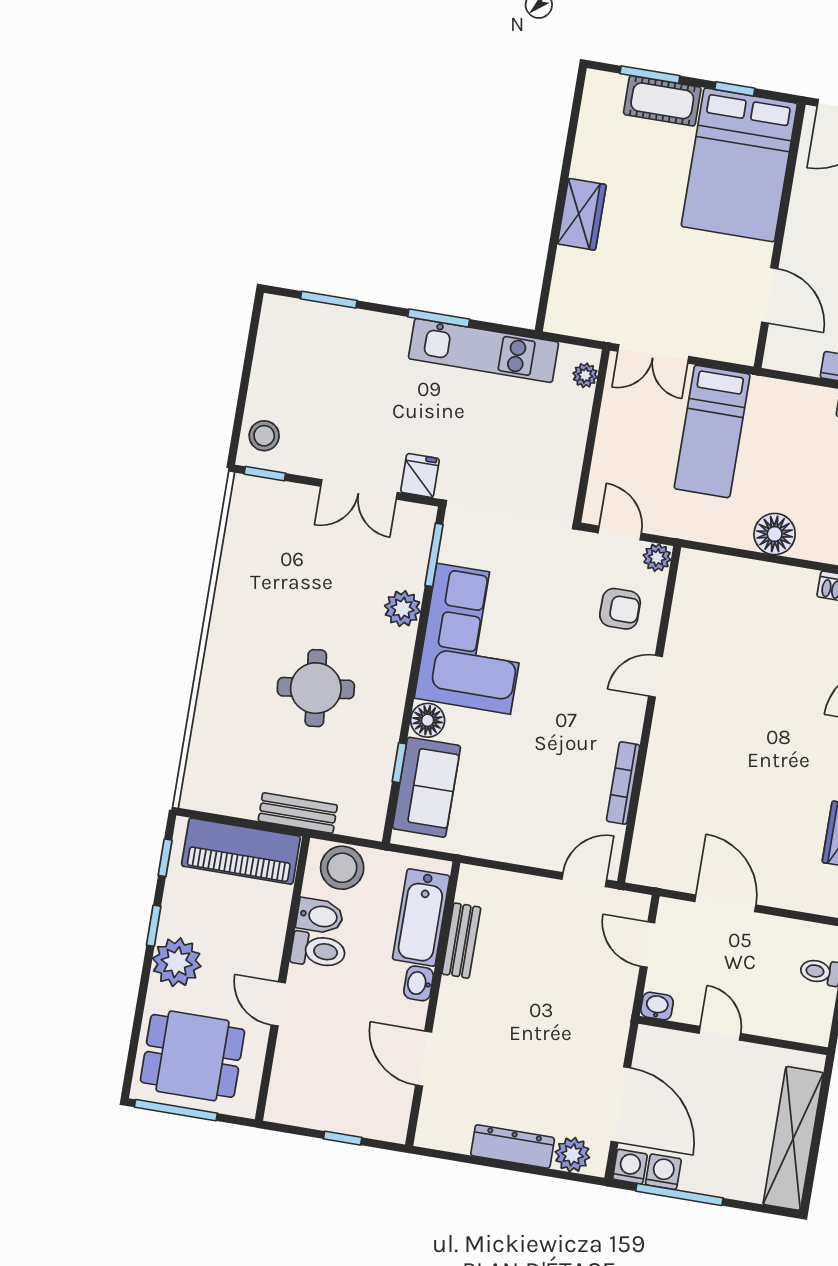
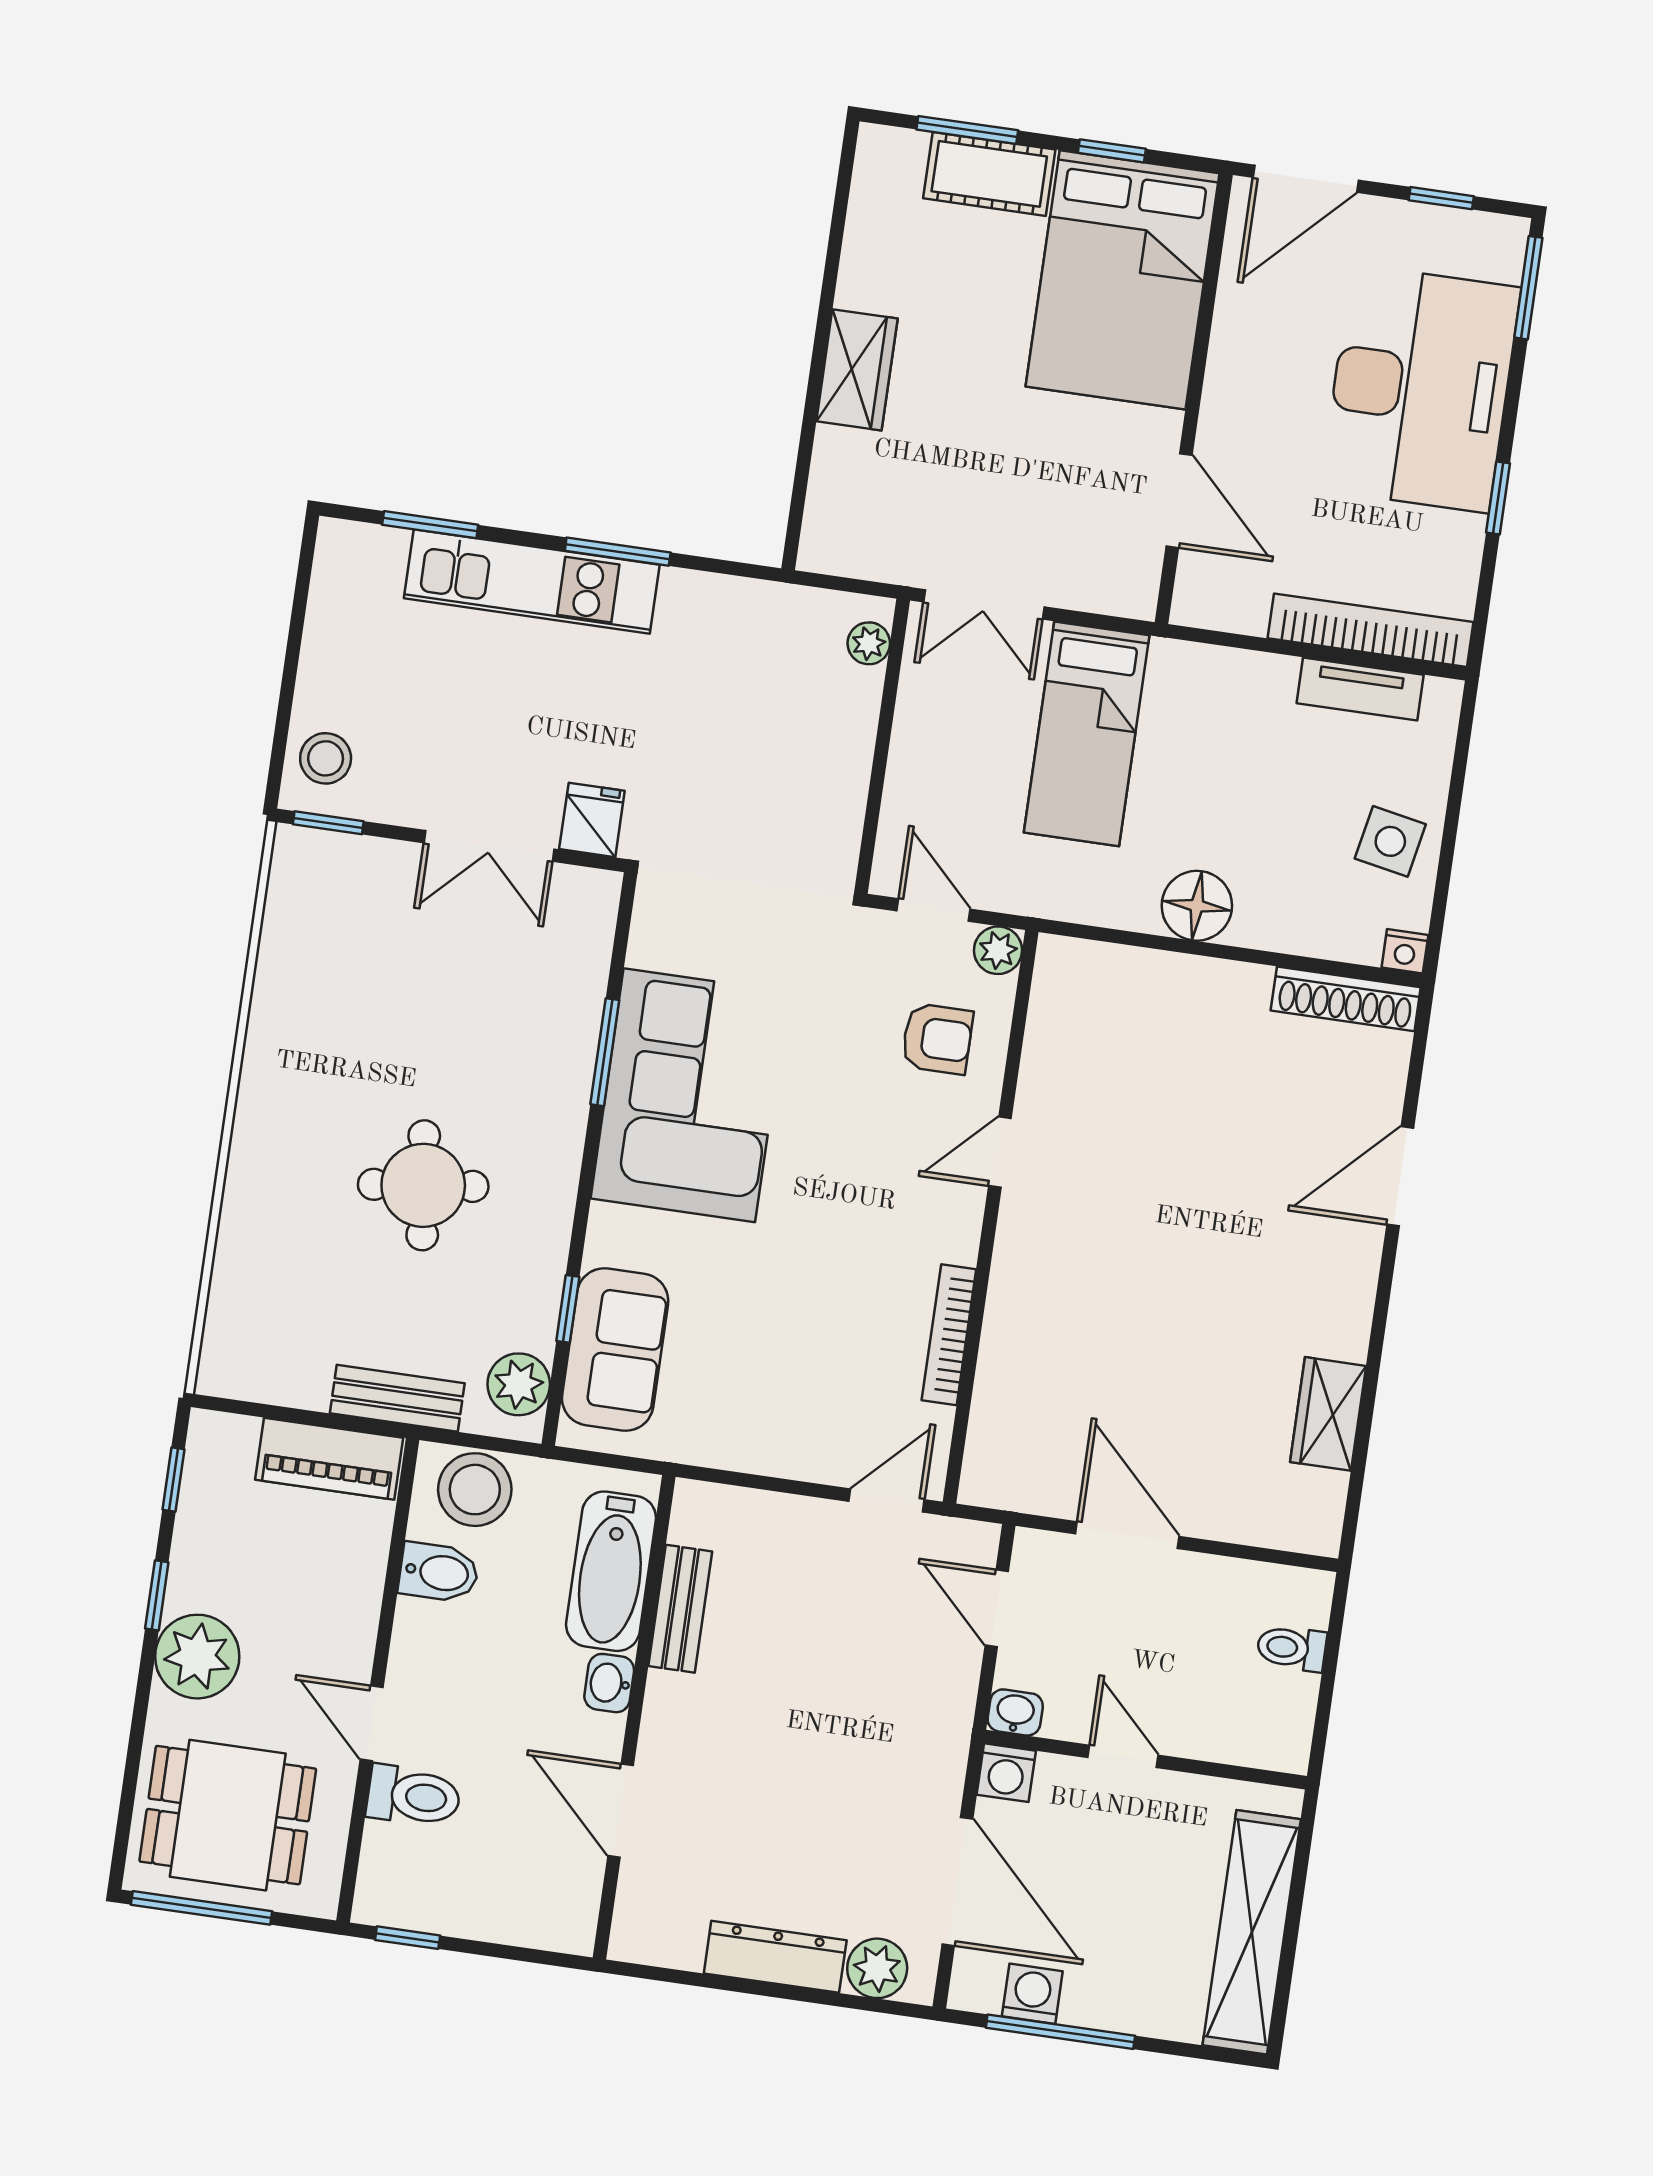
kitchen unit: (484, 350) -> (532, 581), moved
window: (434, 555) -> (605, 1052), moved
plant: (402, 609) -> (519, 1384), moved
floor lamp: (428, 720) -> (614, 1236), removed
piano: (241, 851) -> (329, 1459), width x0.73, depth x0.75
toilet: (318, 950) -> (414, 1796), moved
window: (343, 1138) -> (408, 1938), moved
washing machine: (630, 1167) -> (1006, 1773), moved, turned 180

